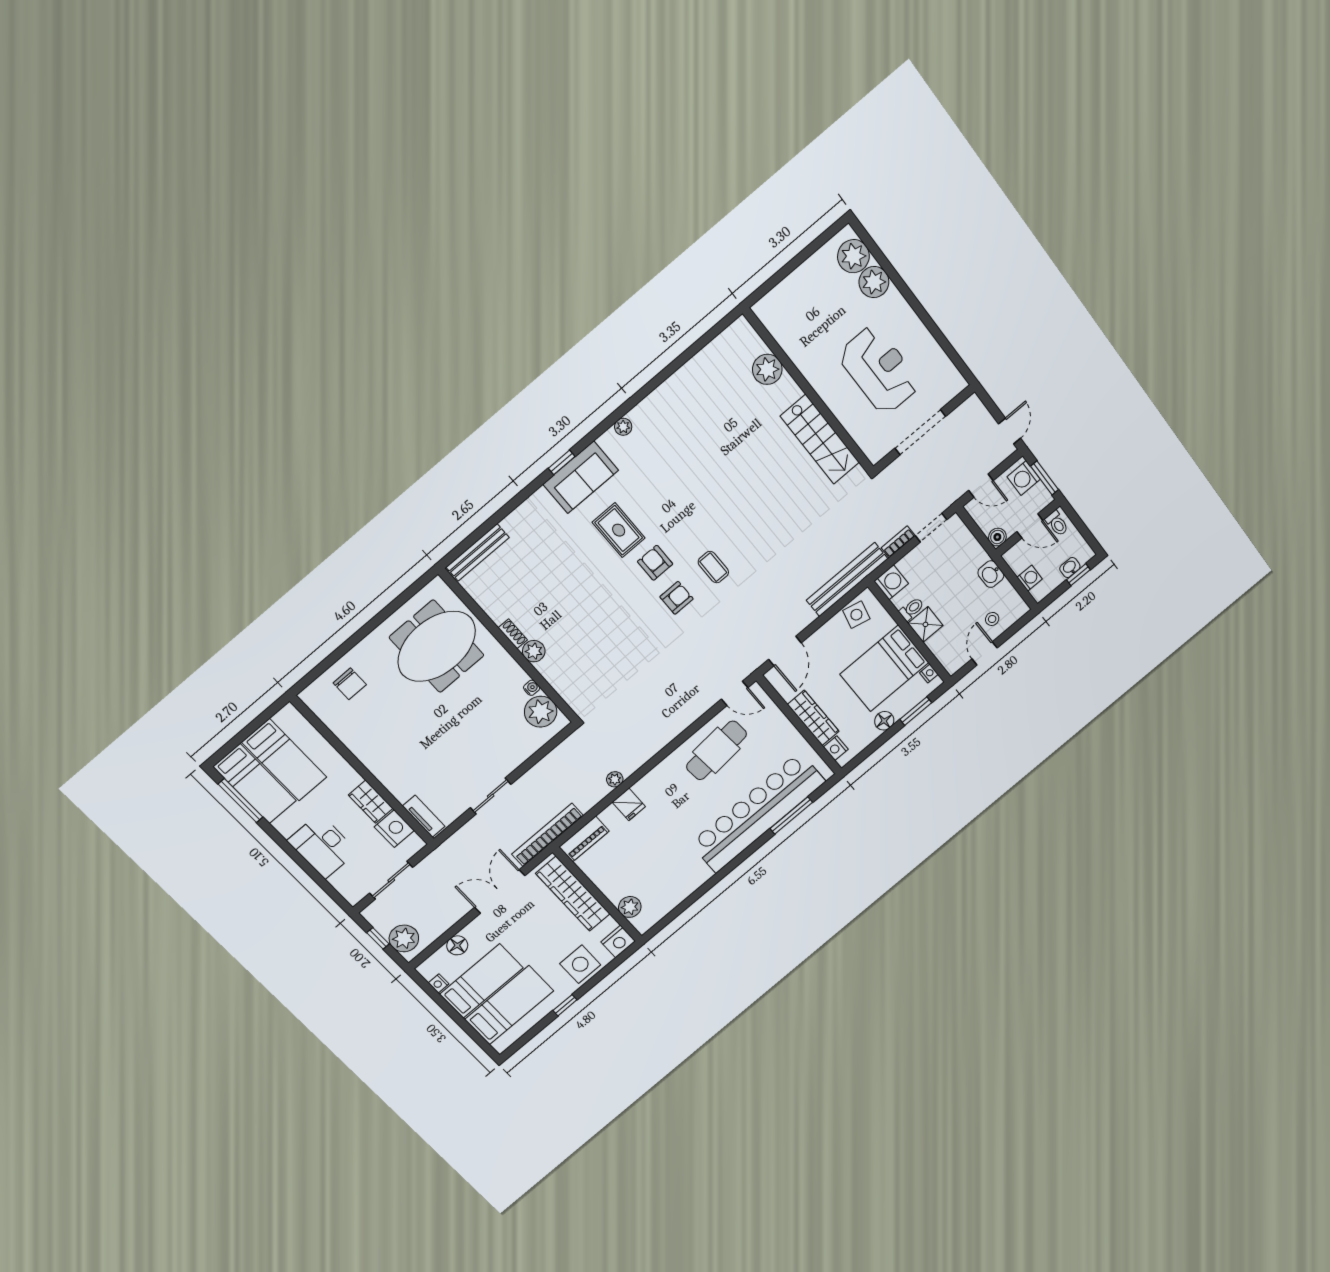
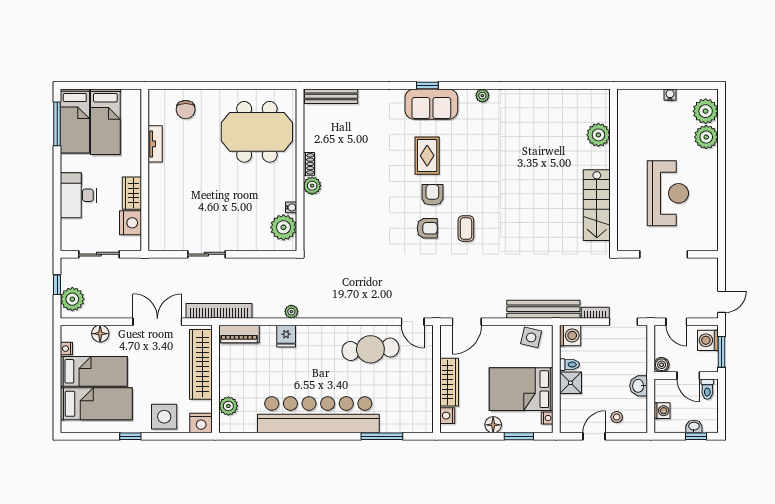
water cooler: (806, 269) -> (670, 95), added
bar counter: (758, 812) -> (318, 415), moved
tv unit: (424, 816) -> (155, 144), moved

